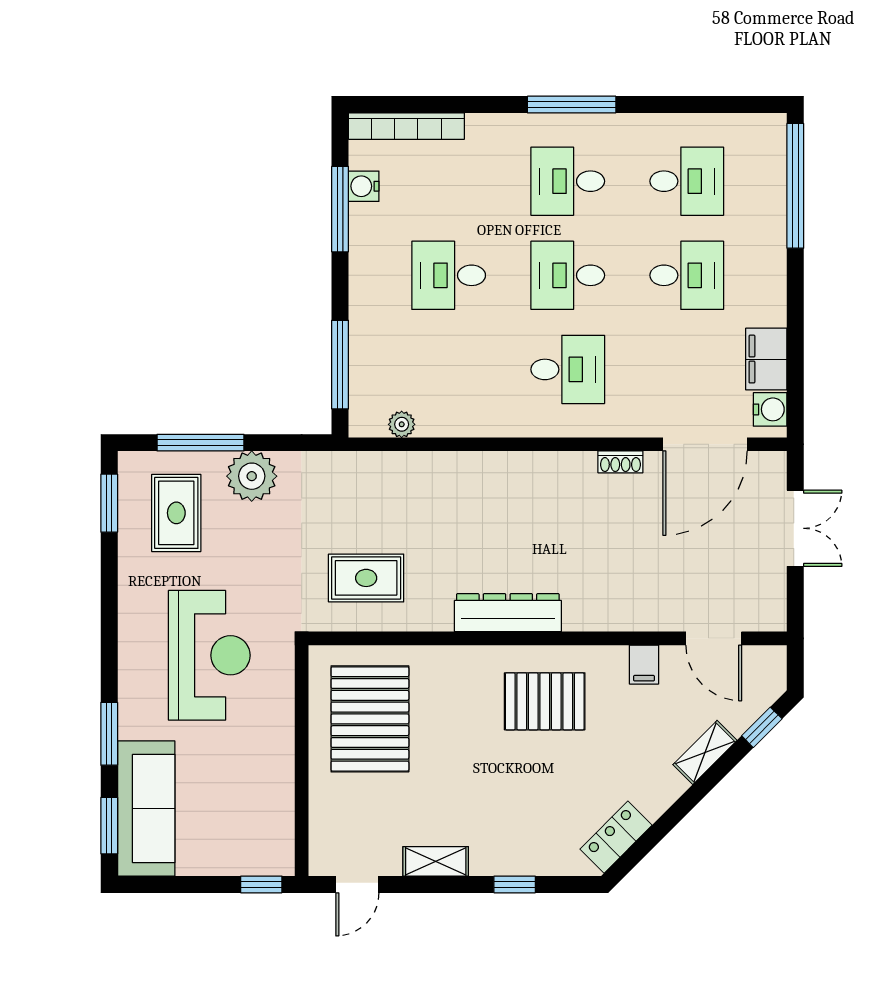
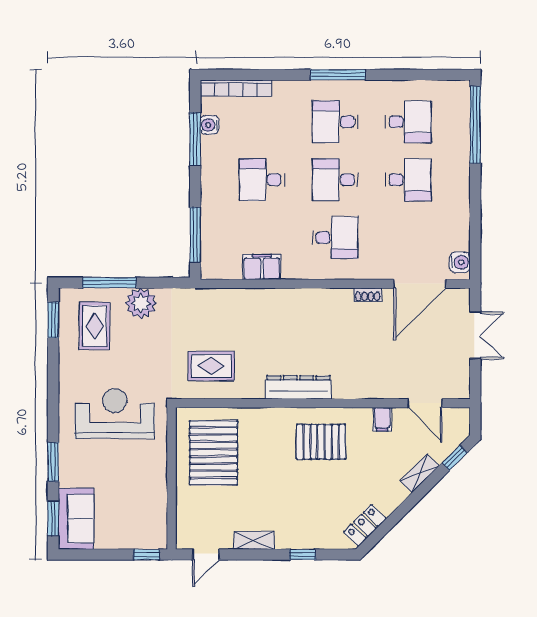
filing cabinet: (766, 359) -> (262, 267), moved, turned 90
plant: (402, 424) -> (233, 271), removed
reception desk: (209, 655) -> (115, 414), turned -90
sofa: (146, 808) -> (76, 519), width x0.73

